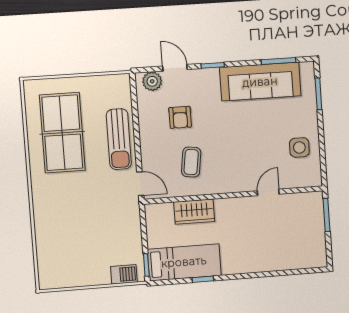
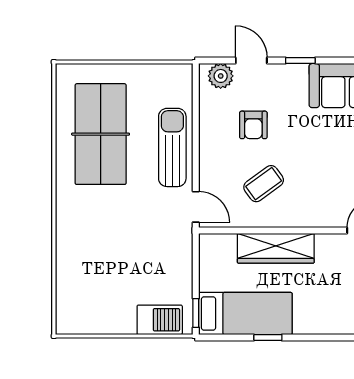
sun lounger: (119, 139) -> (172, 147), turned 180
coffee table: (191, 162) -> (264, 184), turned 46
wardrobe: (194, 212) -> (276, 248), width x1.50
barbecue: (124, 274) -> (160, 320), width x1.38, depth x1.27

